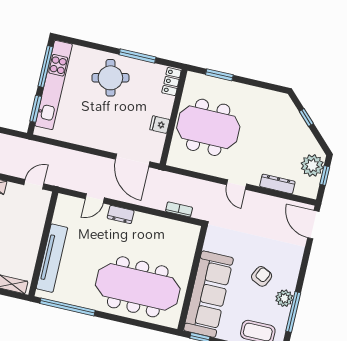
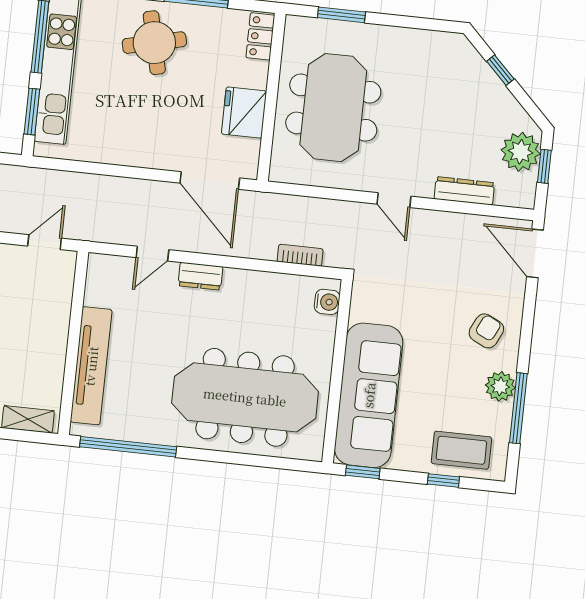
fridge: (160, 125) -> (244, 113), width x1.88, depth x1.34
meeting table: (208, 127) -> (333, 108), turned 90
water cooler: (191, 238) -> (327, 302), added
armchair: (262, 276) -> (486, 331), moved

